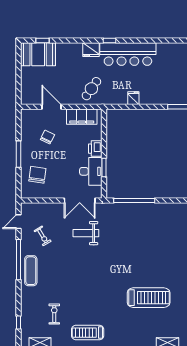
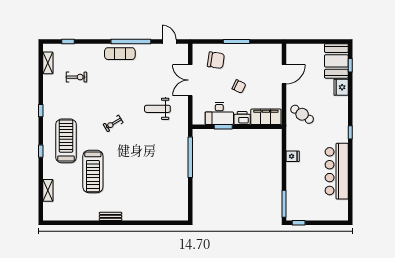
fridge: (91, 50) -> (341, 87), moved
bar counter: (128, 54) -> (337, 171), moved
filing cabinet: (82, 117) -> (266, 117), moved, turned 90
chair: (47, 137) -> (239, 86), moved
double door: (80, 200) -> (190, 80), moved
weight bench: (86, 233) -> (157, 109), turned -90
exercise bike: (43, 236) -> (113, 123), moved
treadmill: (88, 333) -> (66, 141), moved, width x1.37, depth x1.38

